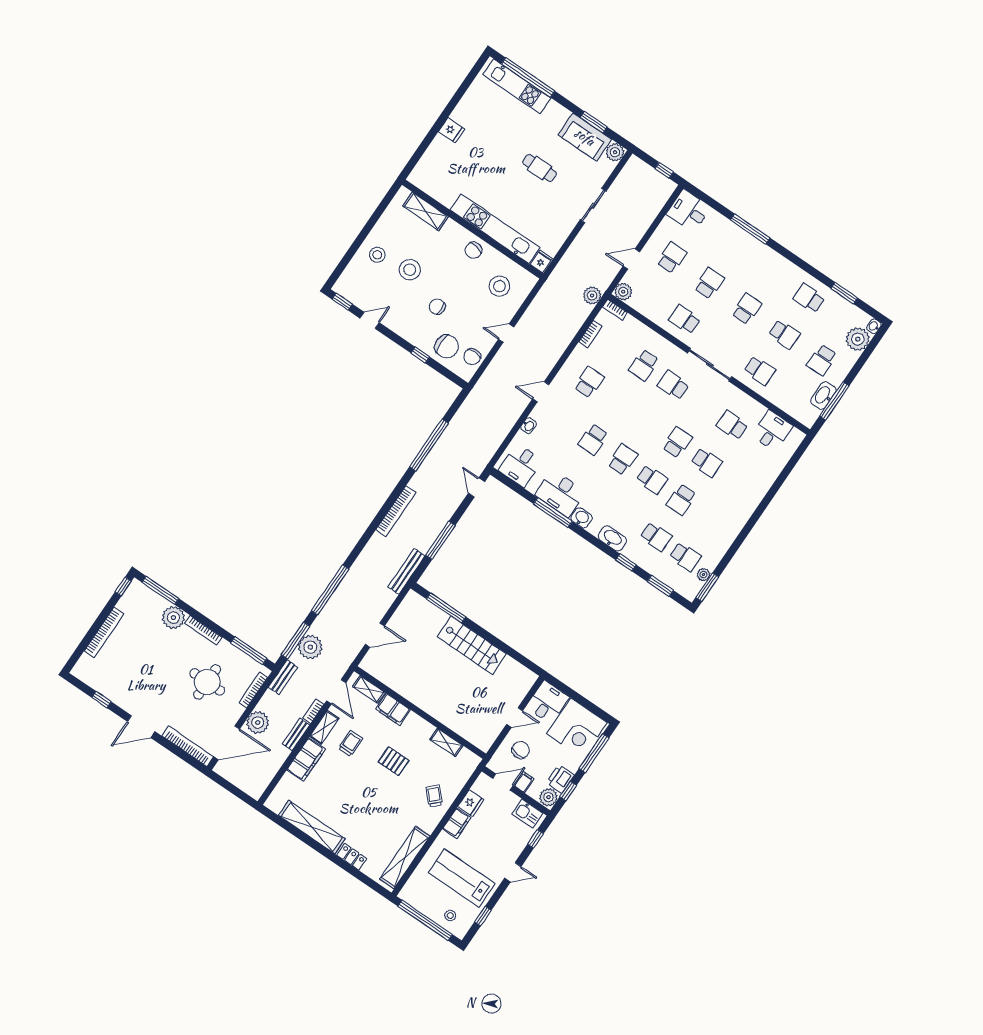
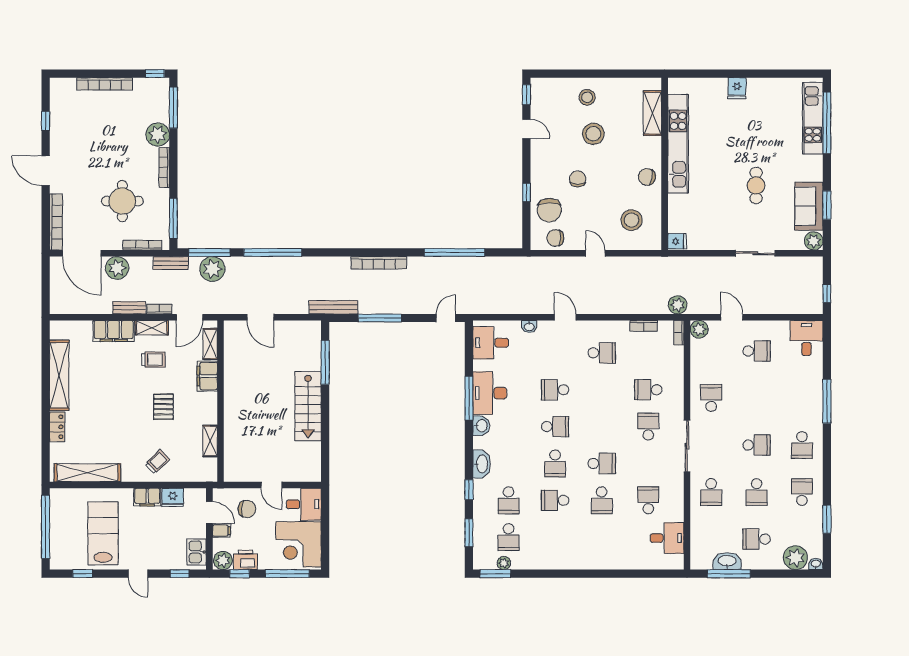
kitchen unit: (495, 229) -> (678, 144), moved
school desk: (709, 283) -> (802, 445), moved, turned 90
stool: (450, 916) -> (64, 545), removed

